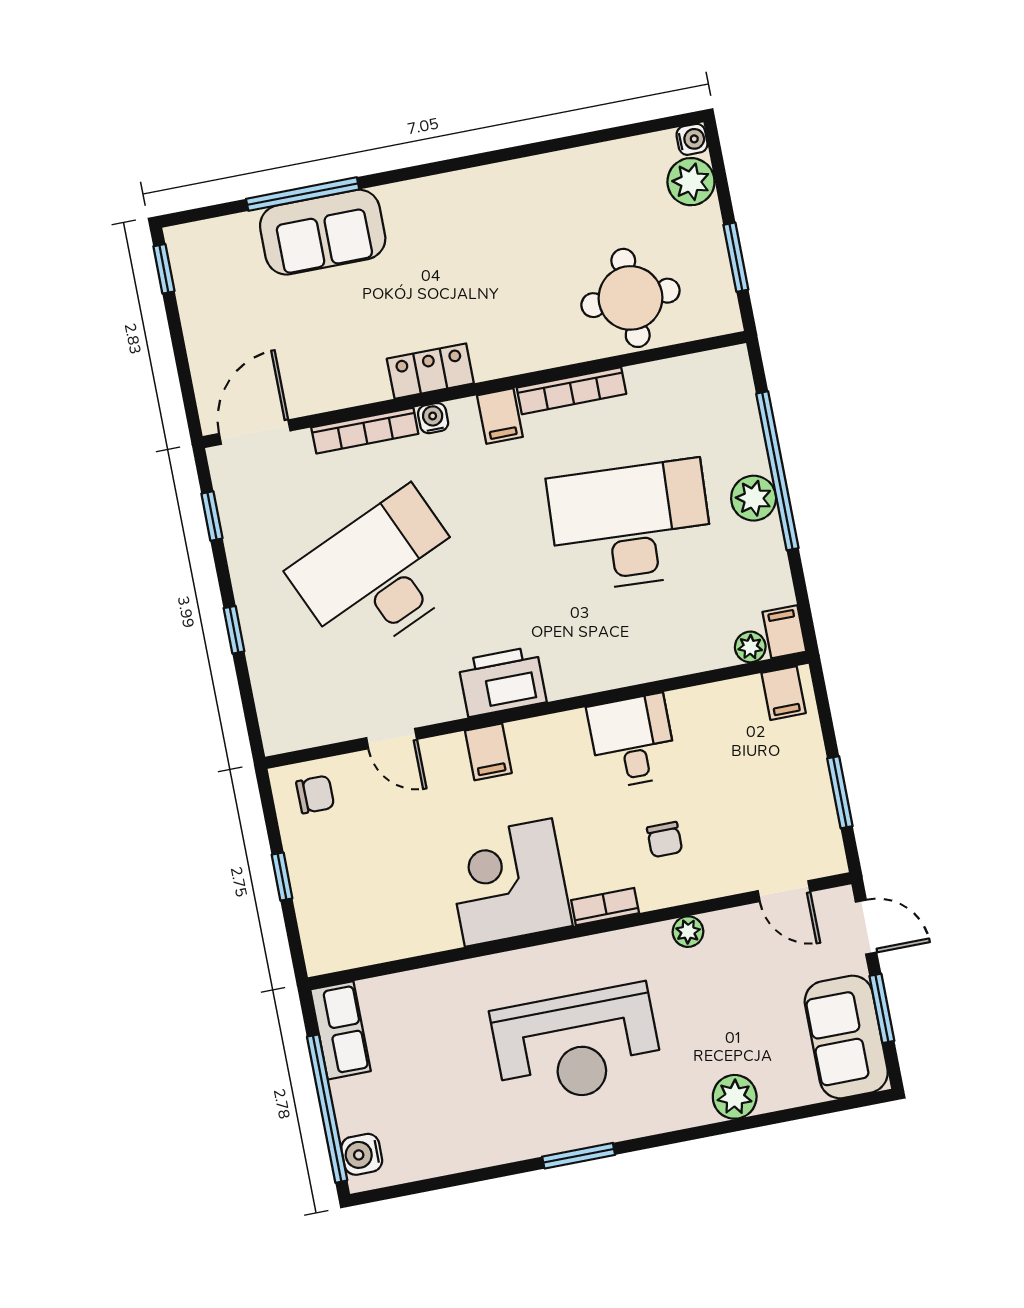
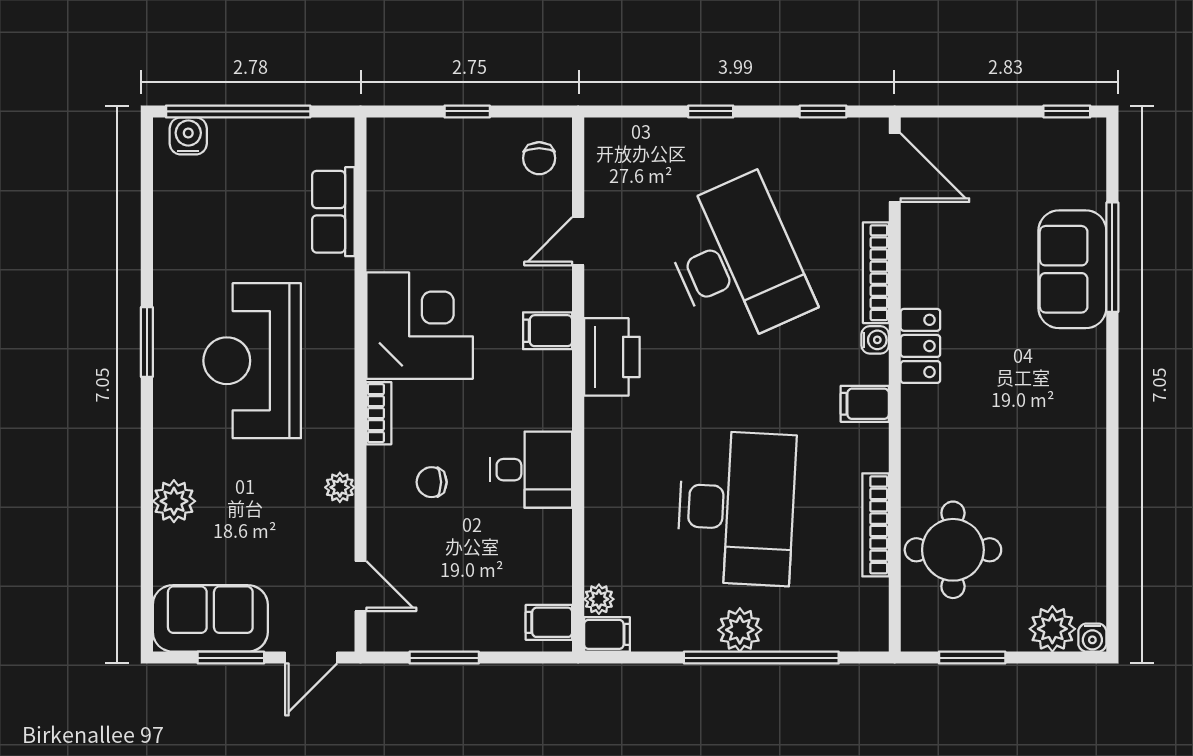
bookcase: (572, 391) -> (876, 525), moved
door: (784, 891) -> (361, 586), swing flipped
row of seats: (341, 1030) -> (333, 212), moved, turned 90

